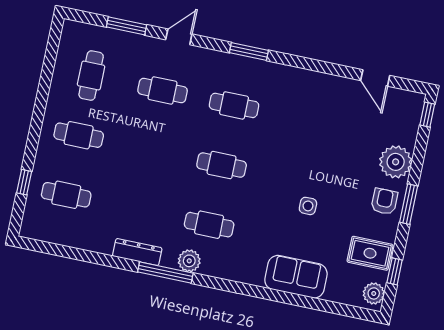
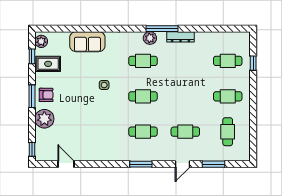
armchair: (384, 201) -> (46, 95), turned -90
side table: (308, 206) -> (104, 85), moved

